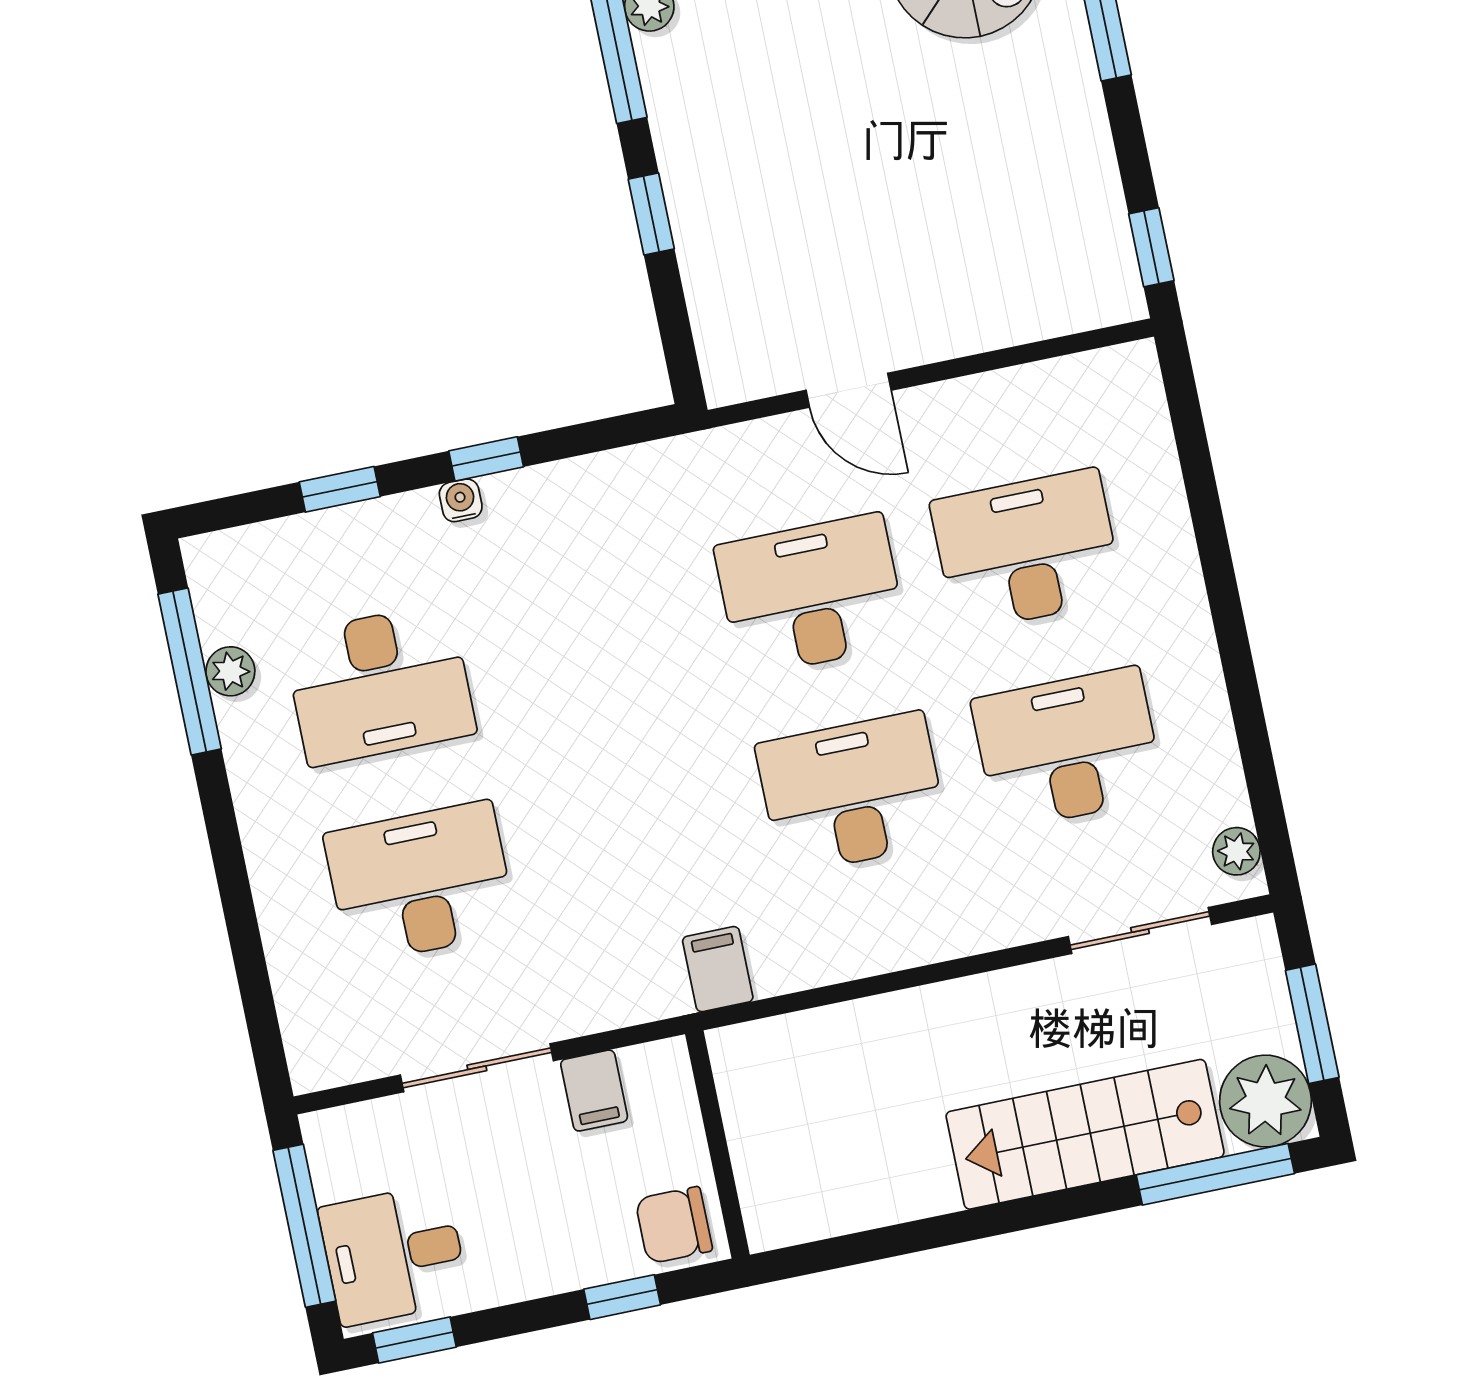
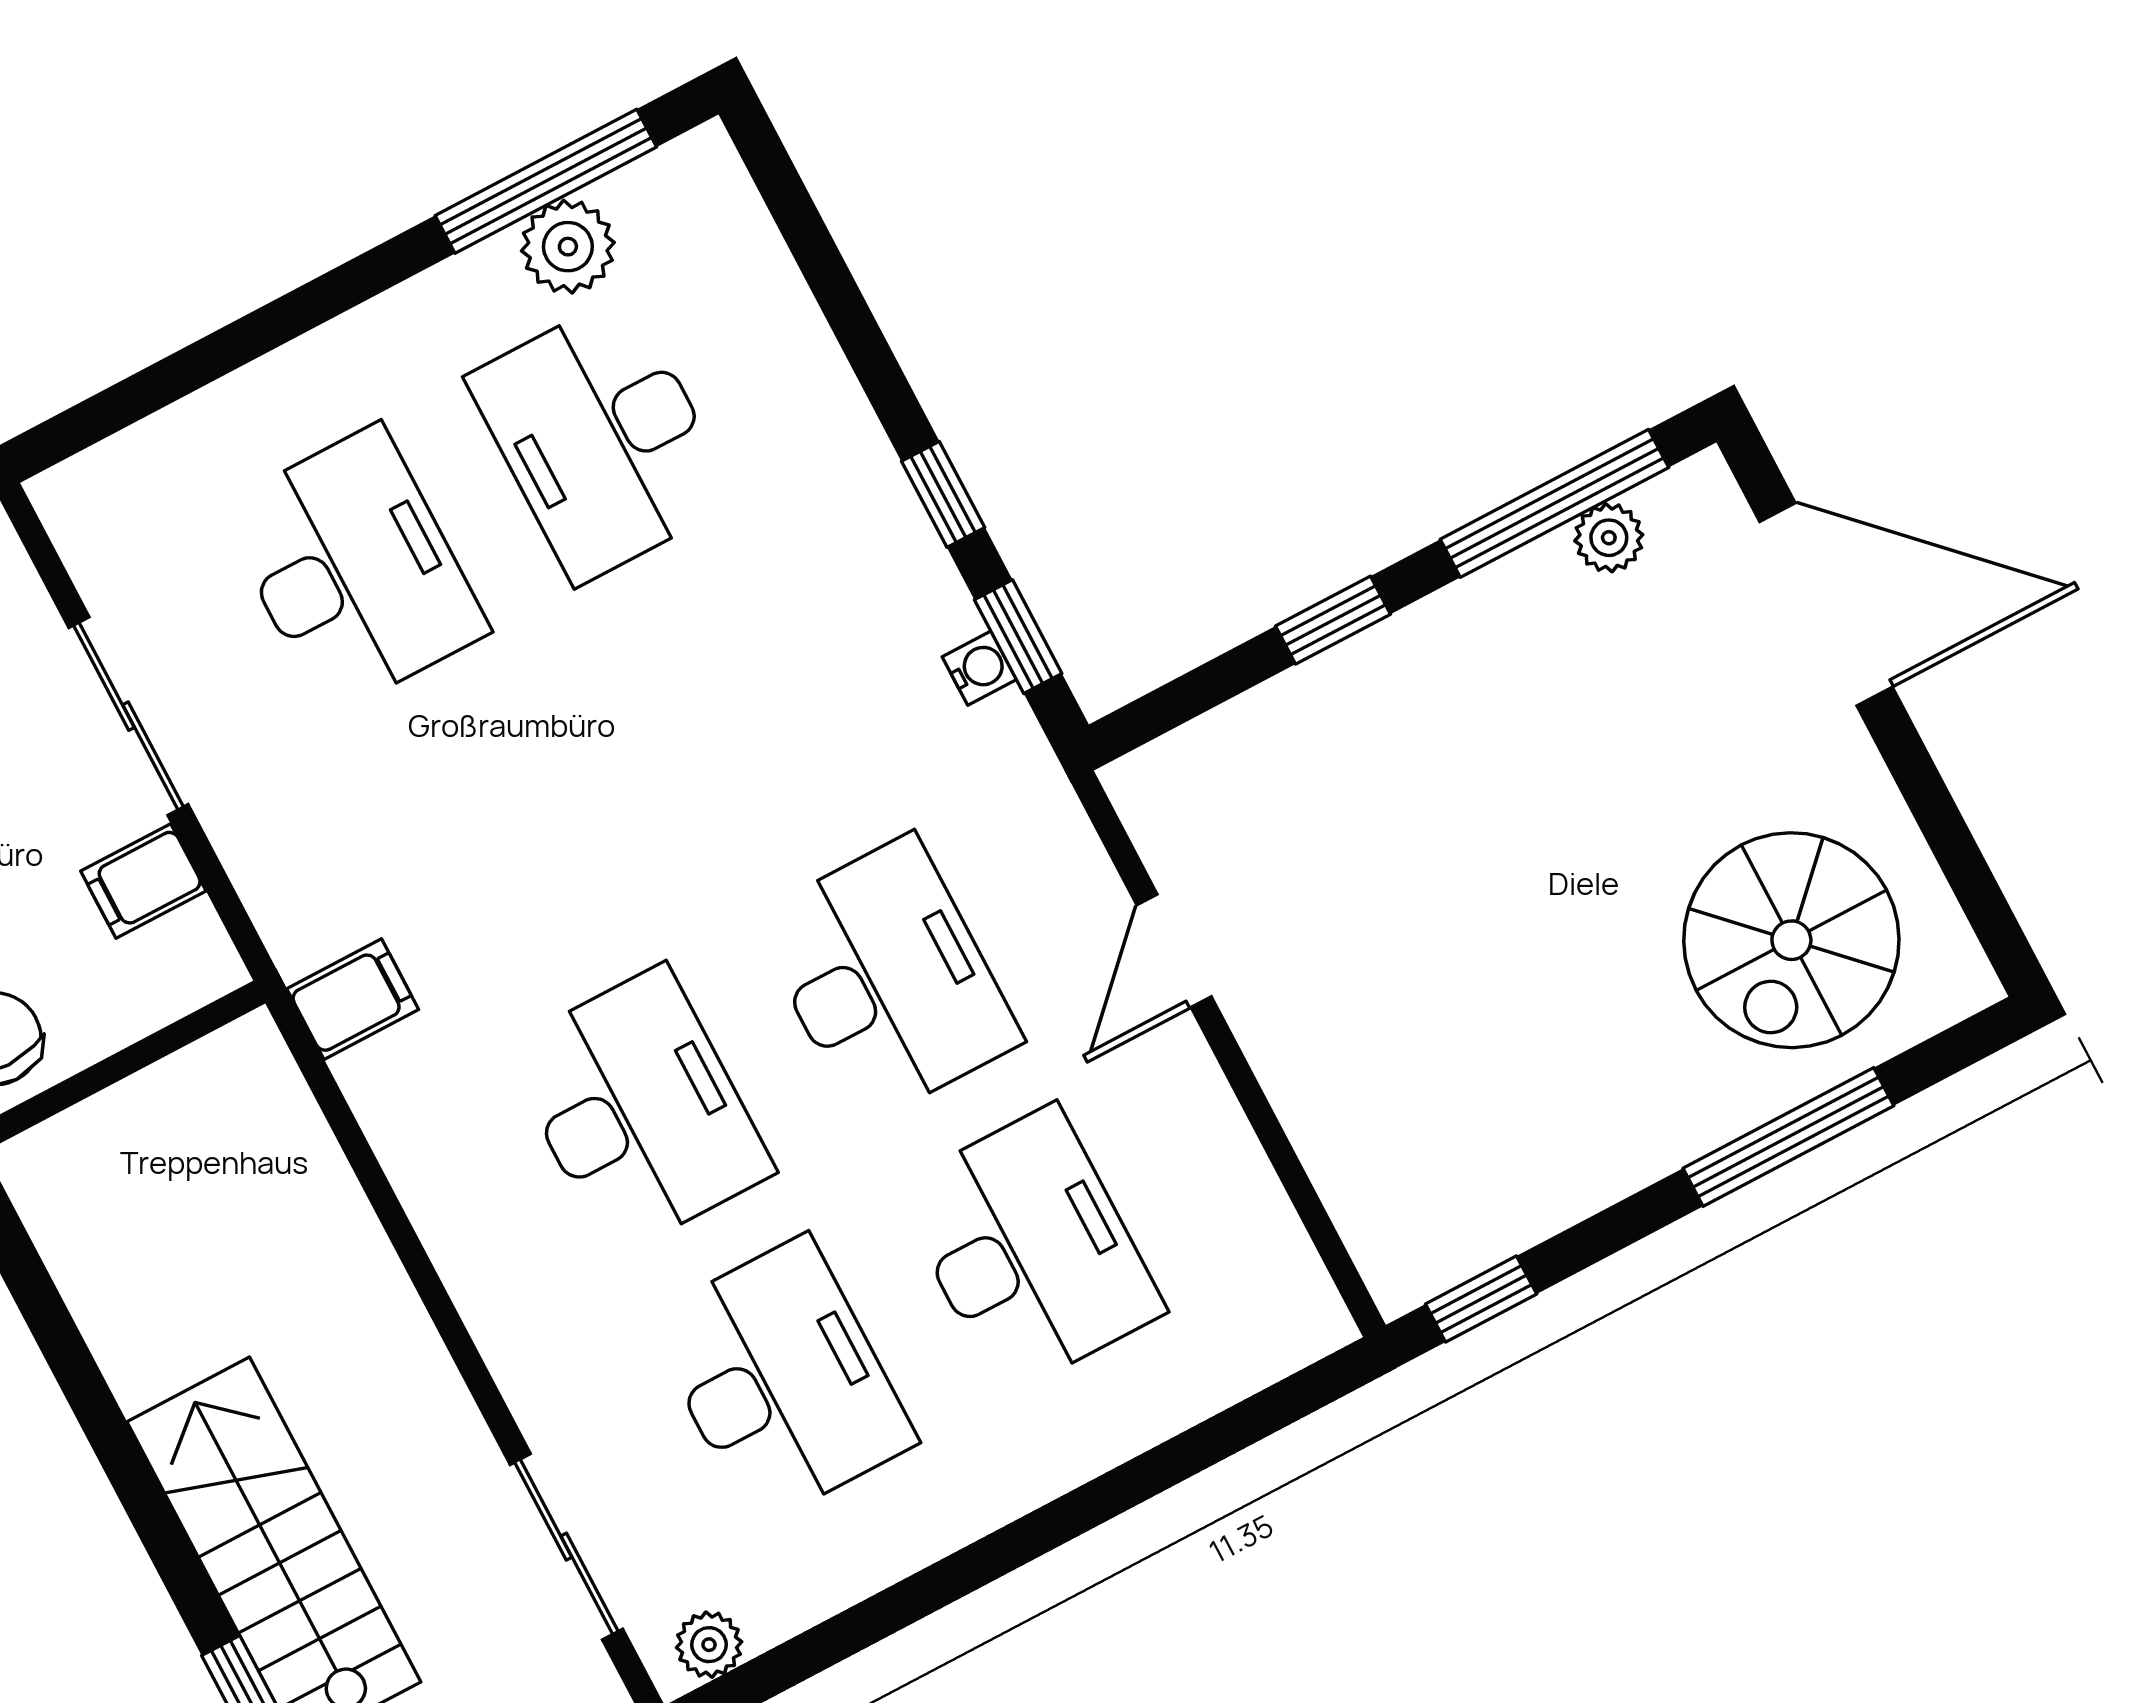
window: (340, 489) -> (1018, 637), moved
water cooler: (461, 500) -> (979, 668), moved
plant: (230, 671) -> (568, 247), width x1.38, depth x1.38

